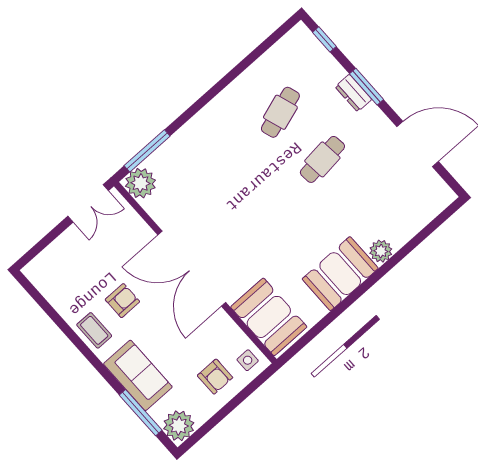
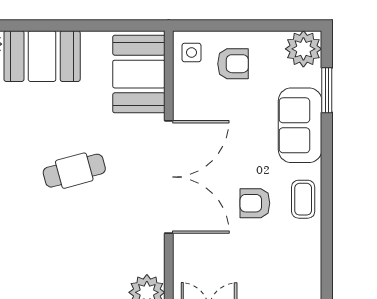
cafe table: (255, 219) -> (74, 171), added
armchair: (215, 377) -> (233, 64), turned 90
window: (141, 413) -> (327, 90), width x0.69

